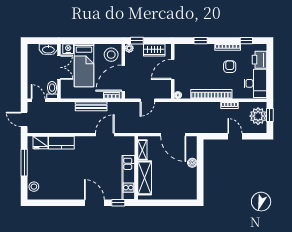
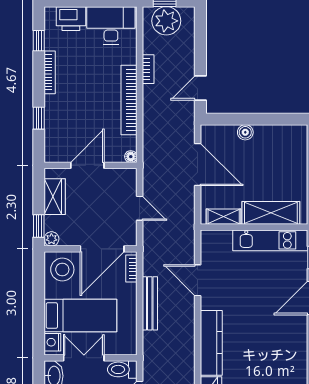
armchair: (230, 67) -> (83, 69), removed
door: (173, 69) -> (87, 165), swing flipped
door: (123, 78) -> (102, 249), hinge flipped
door: (173, 135) -> (198, 165), hinge flipped
door: (235, 136) -> (200, 88), moved
kitchen counter: (61, 143) -> (211, 343), width x1.50

